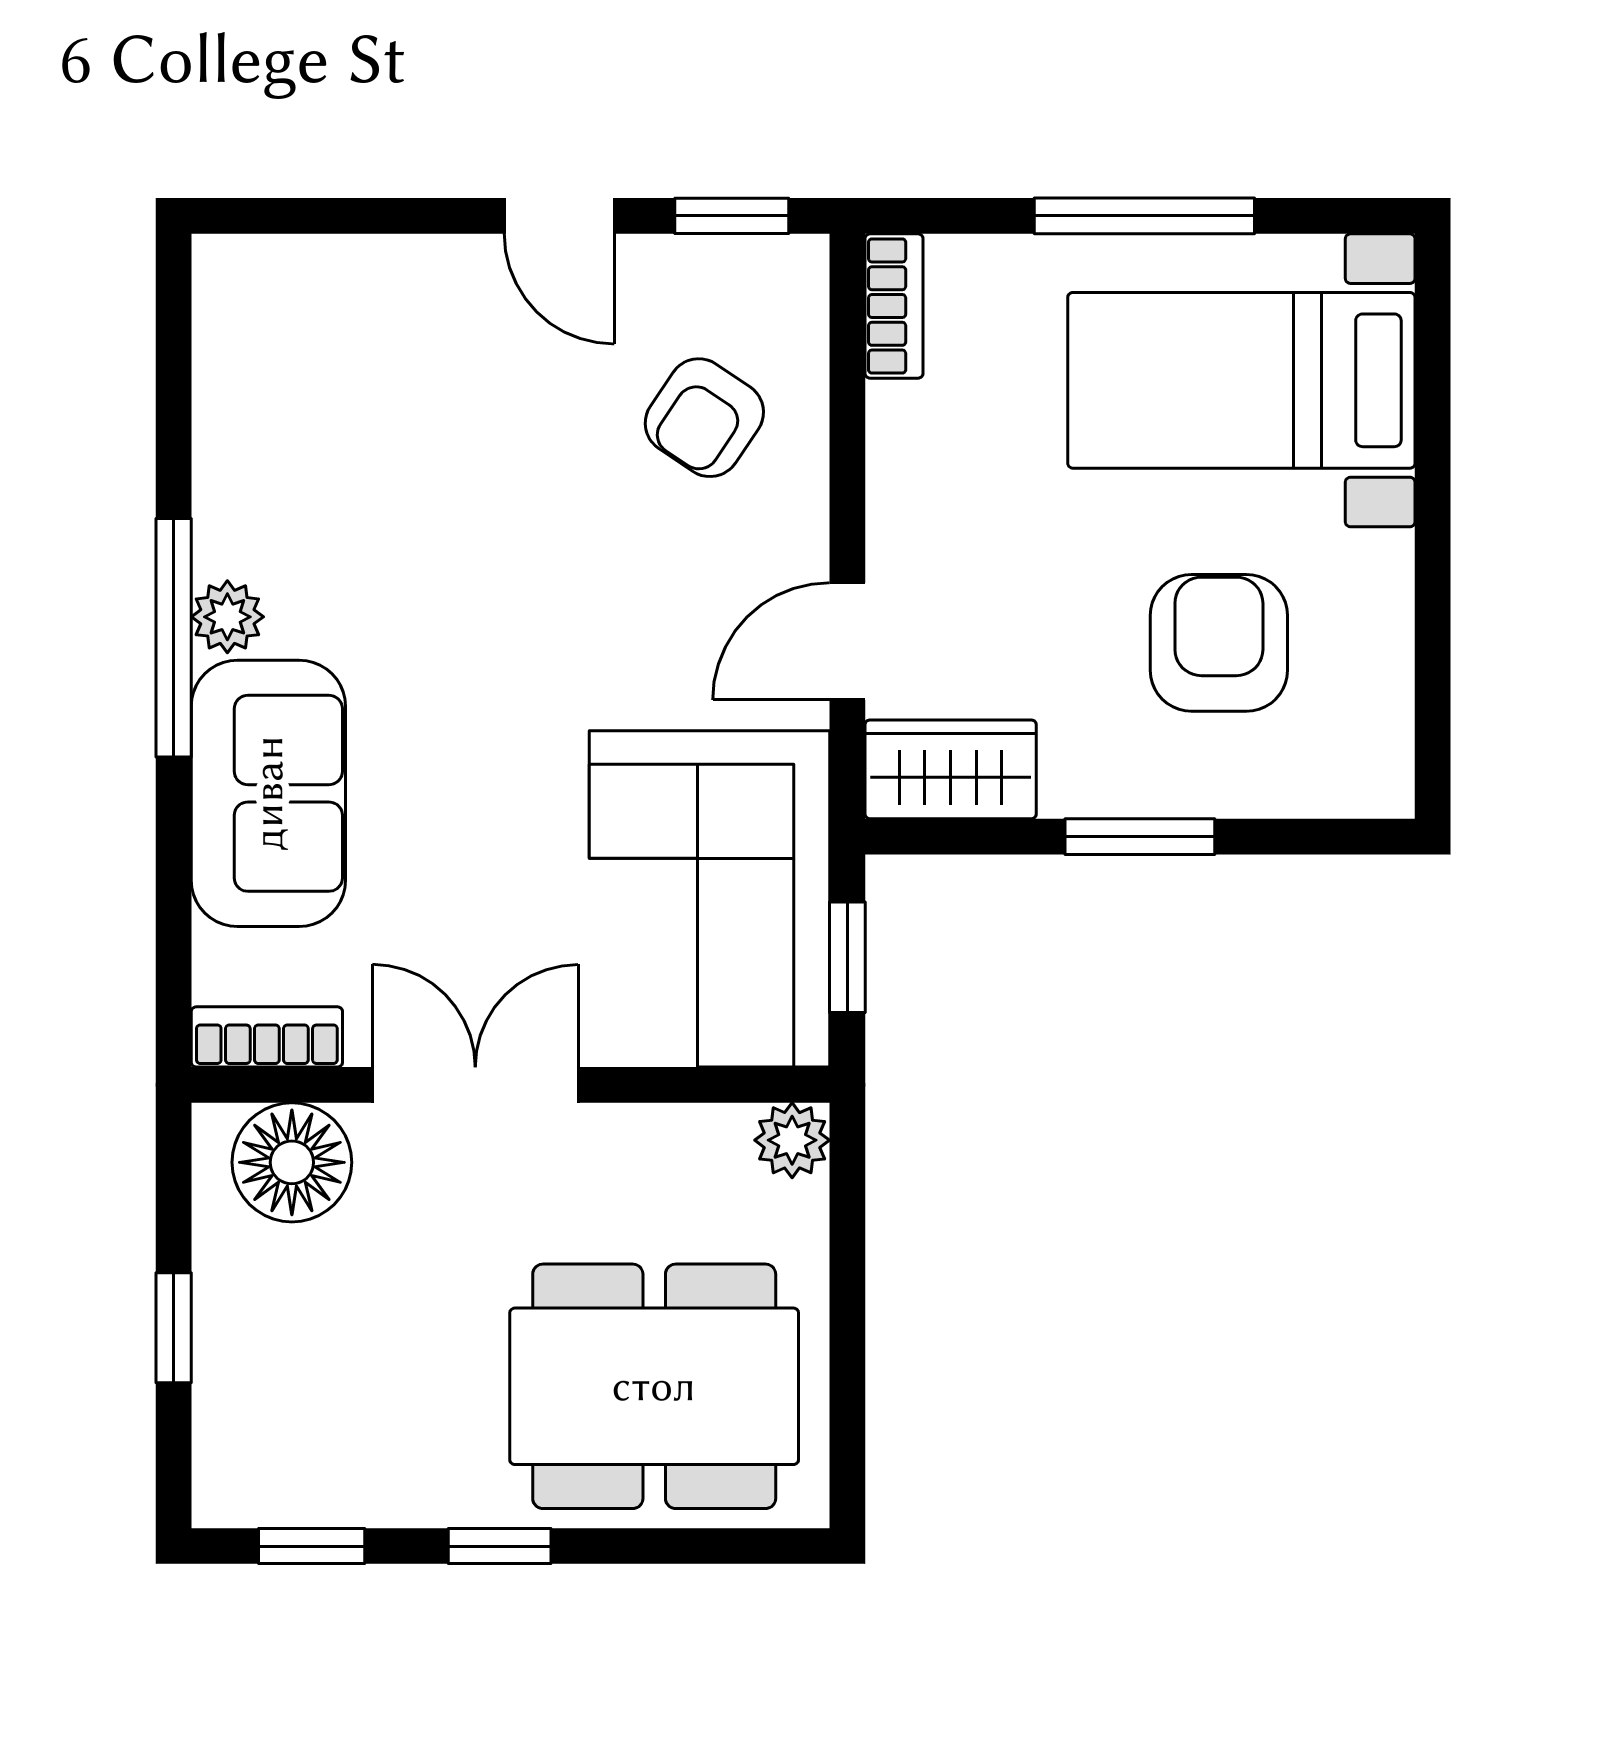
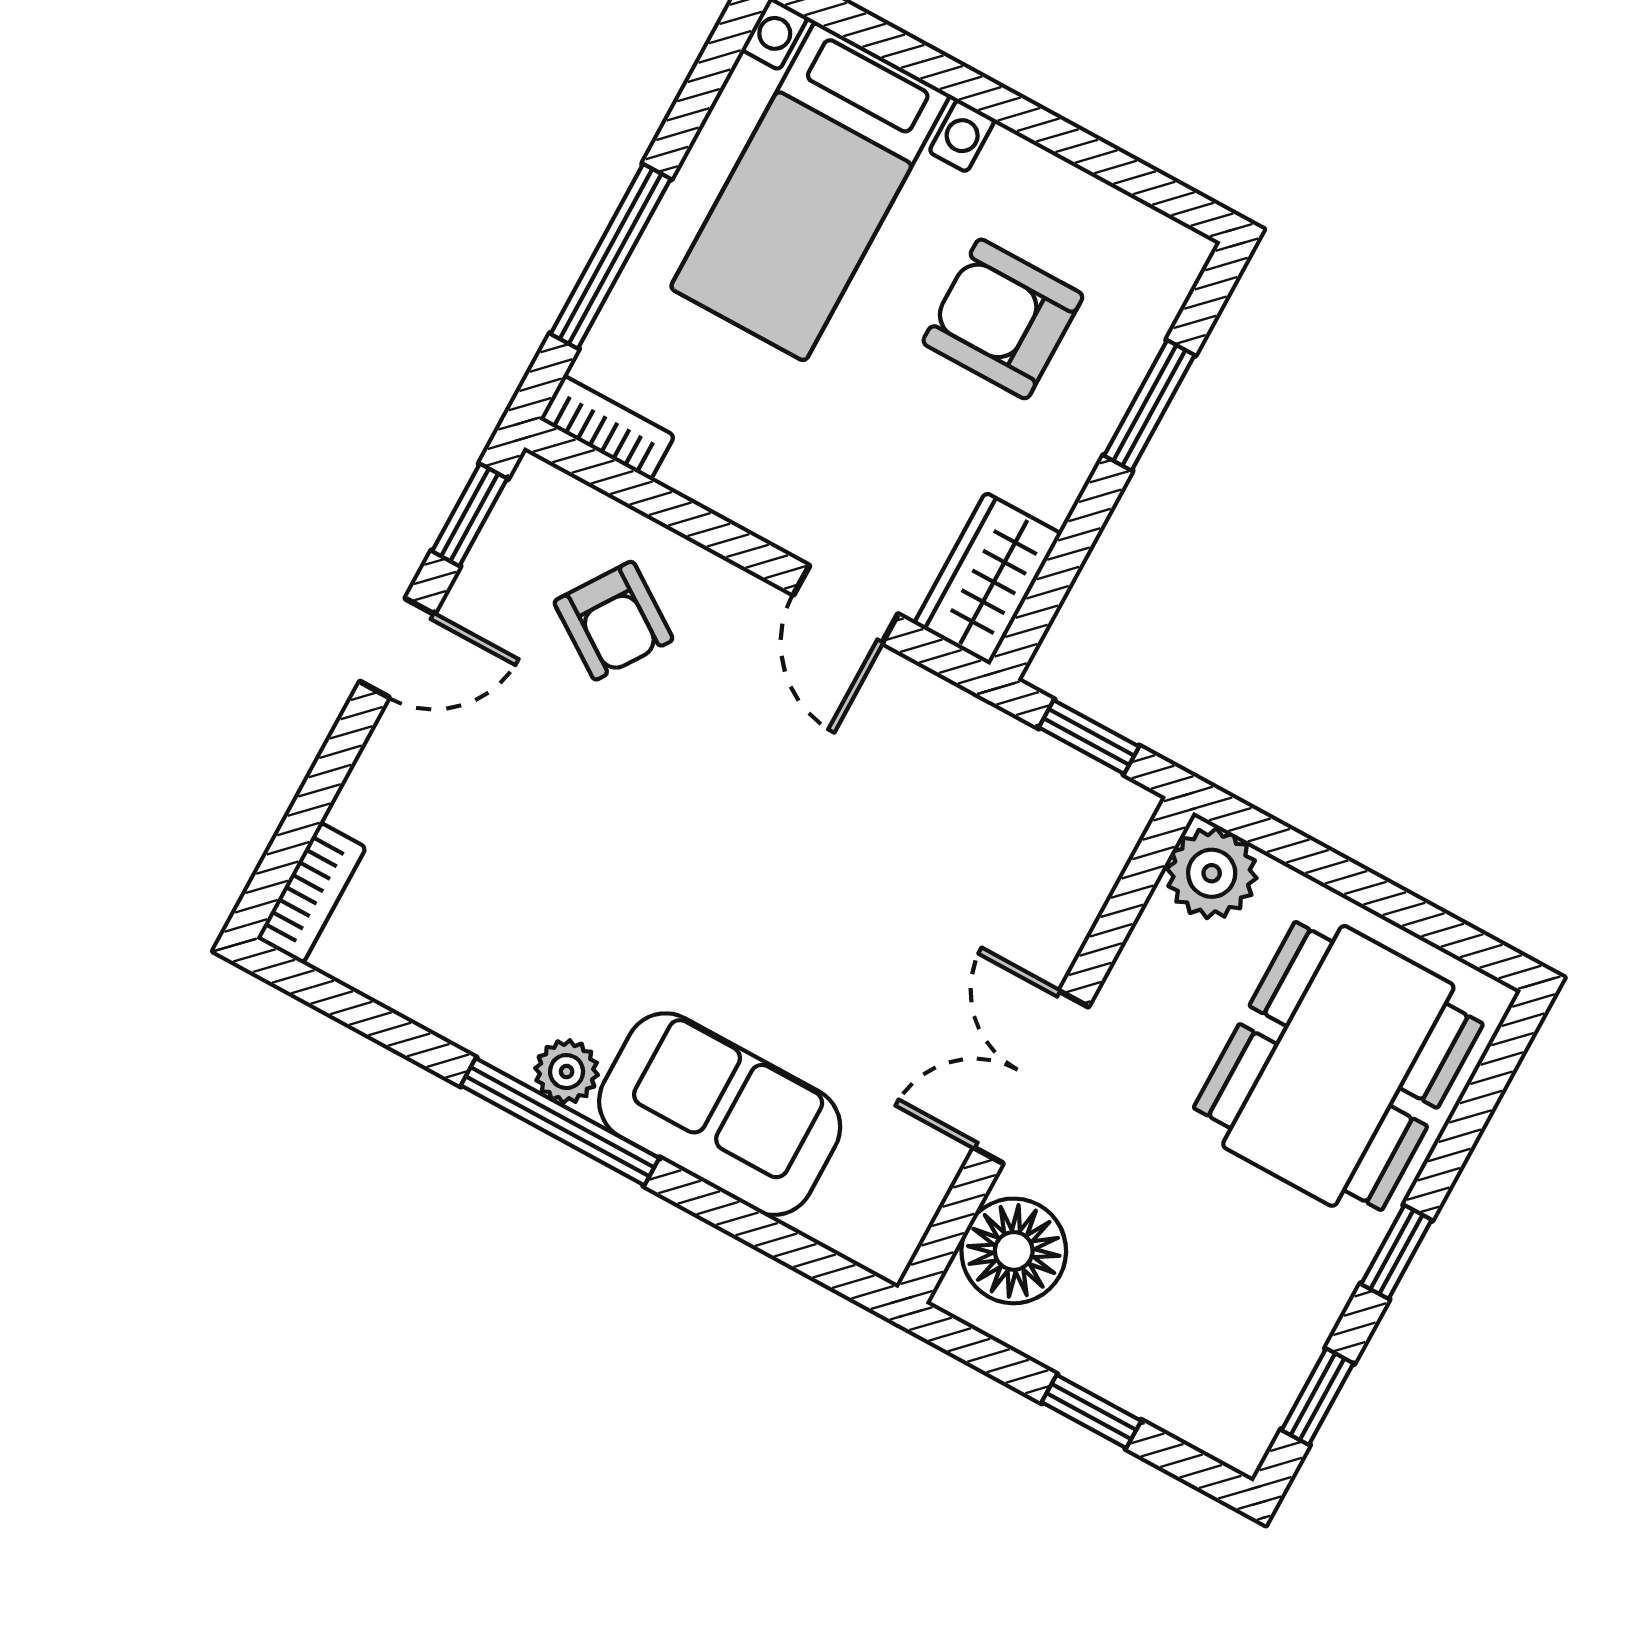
window: (1144, 216) -> (611, 256), moved
window: (1140, 837) -> (1149, 405), moved
corner sofa: (710, 899) -> (986, 819), removed
bookcase: (267, 1037) -> (311, 893), moved, turned 180
plant: (792, 1140) -> (1212, 873), width x1.38, depth x1.38

